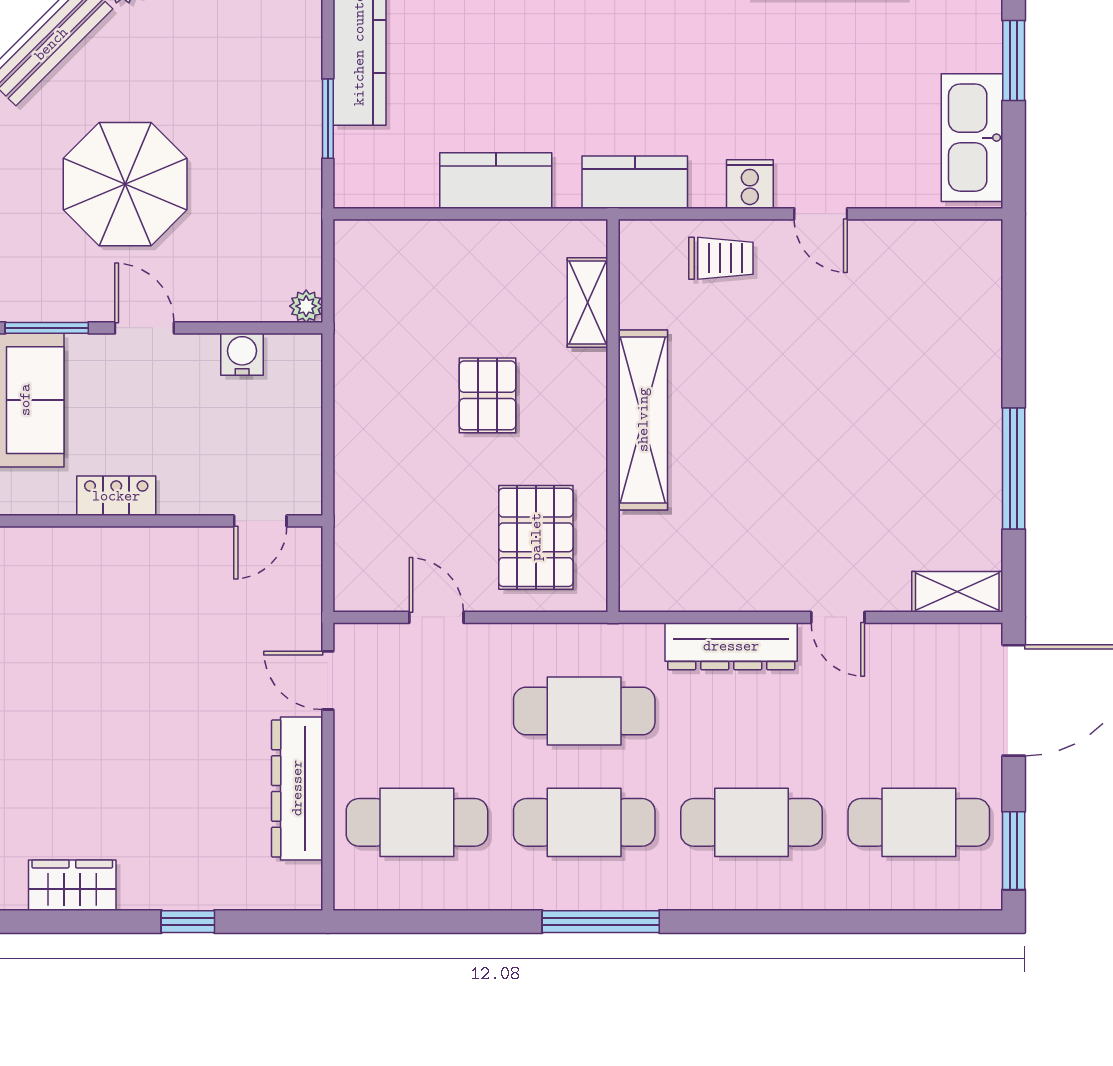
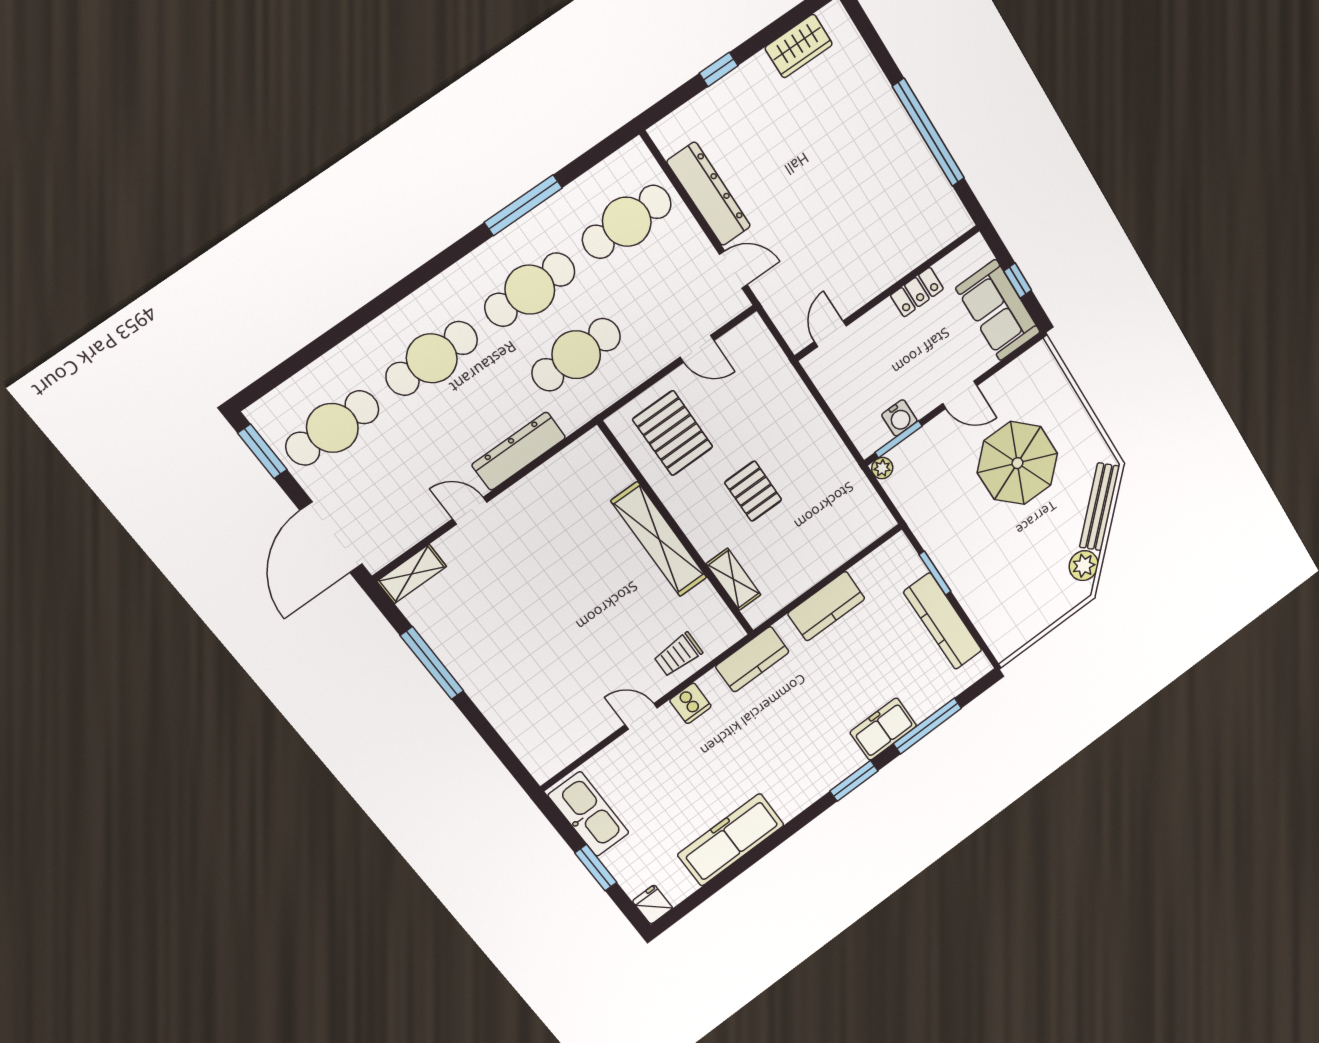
window: (47, 328) -> (899, 439), moved
window: (601, 922) -> (523, 205), moved

